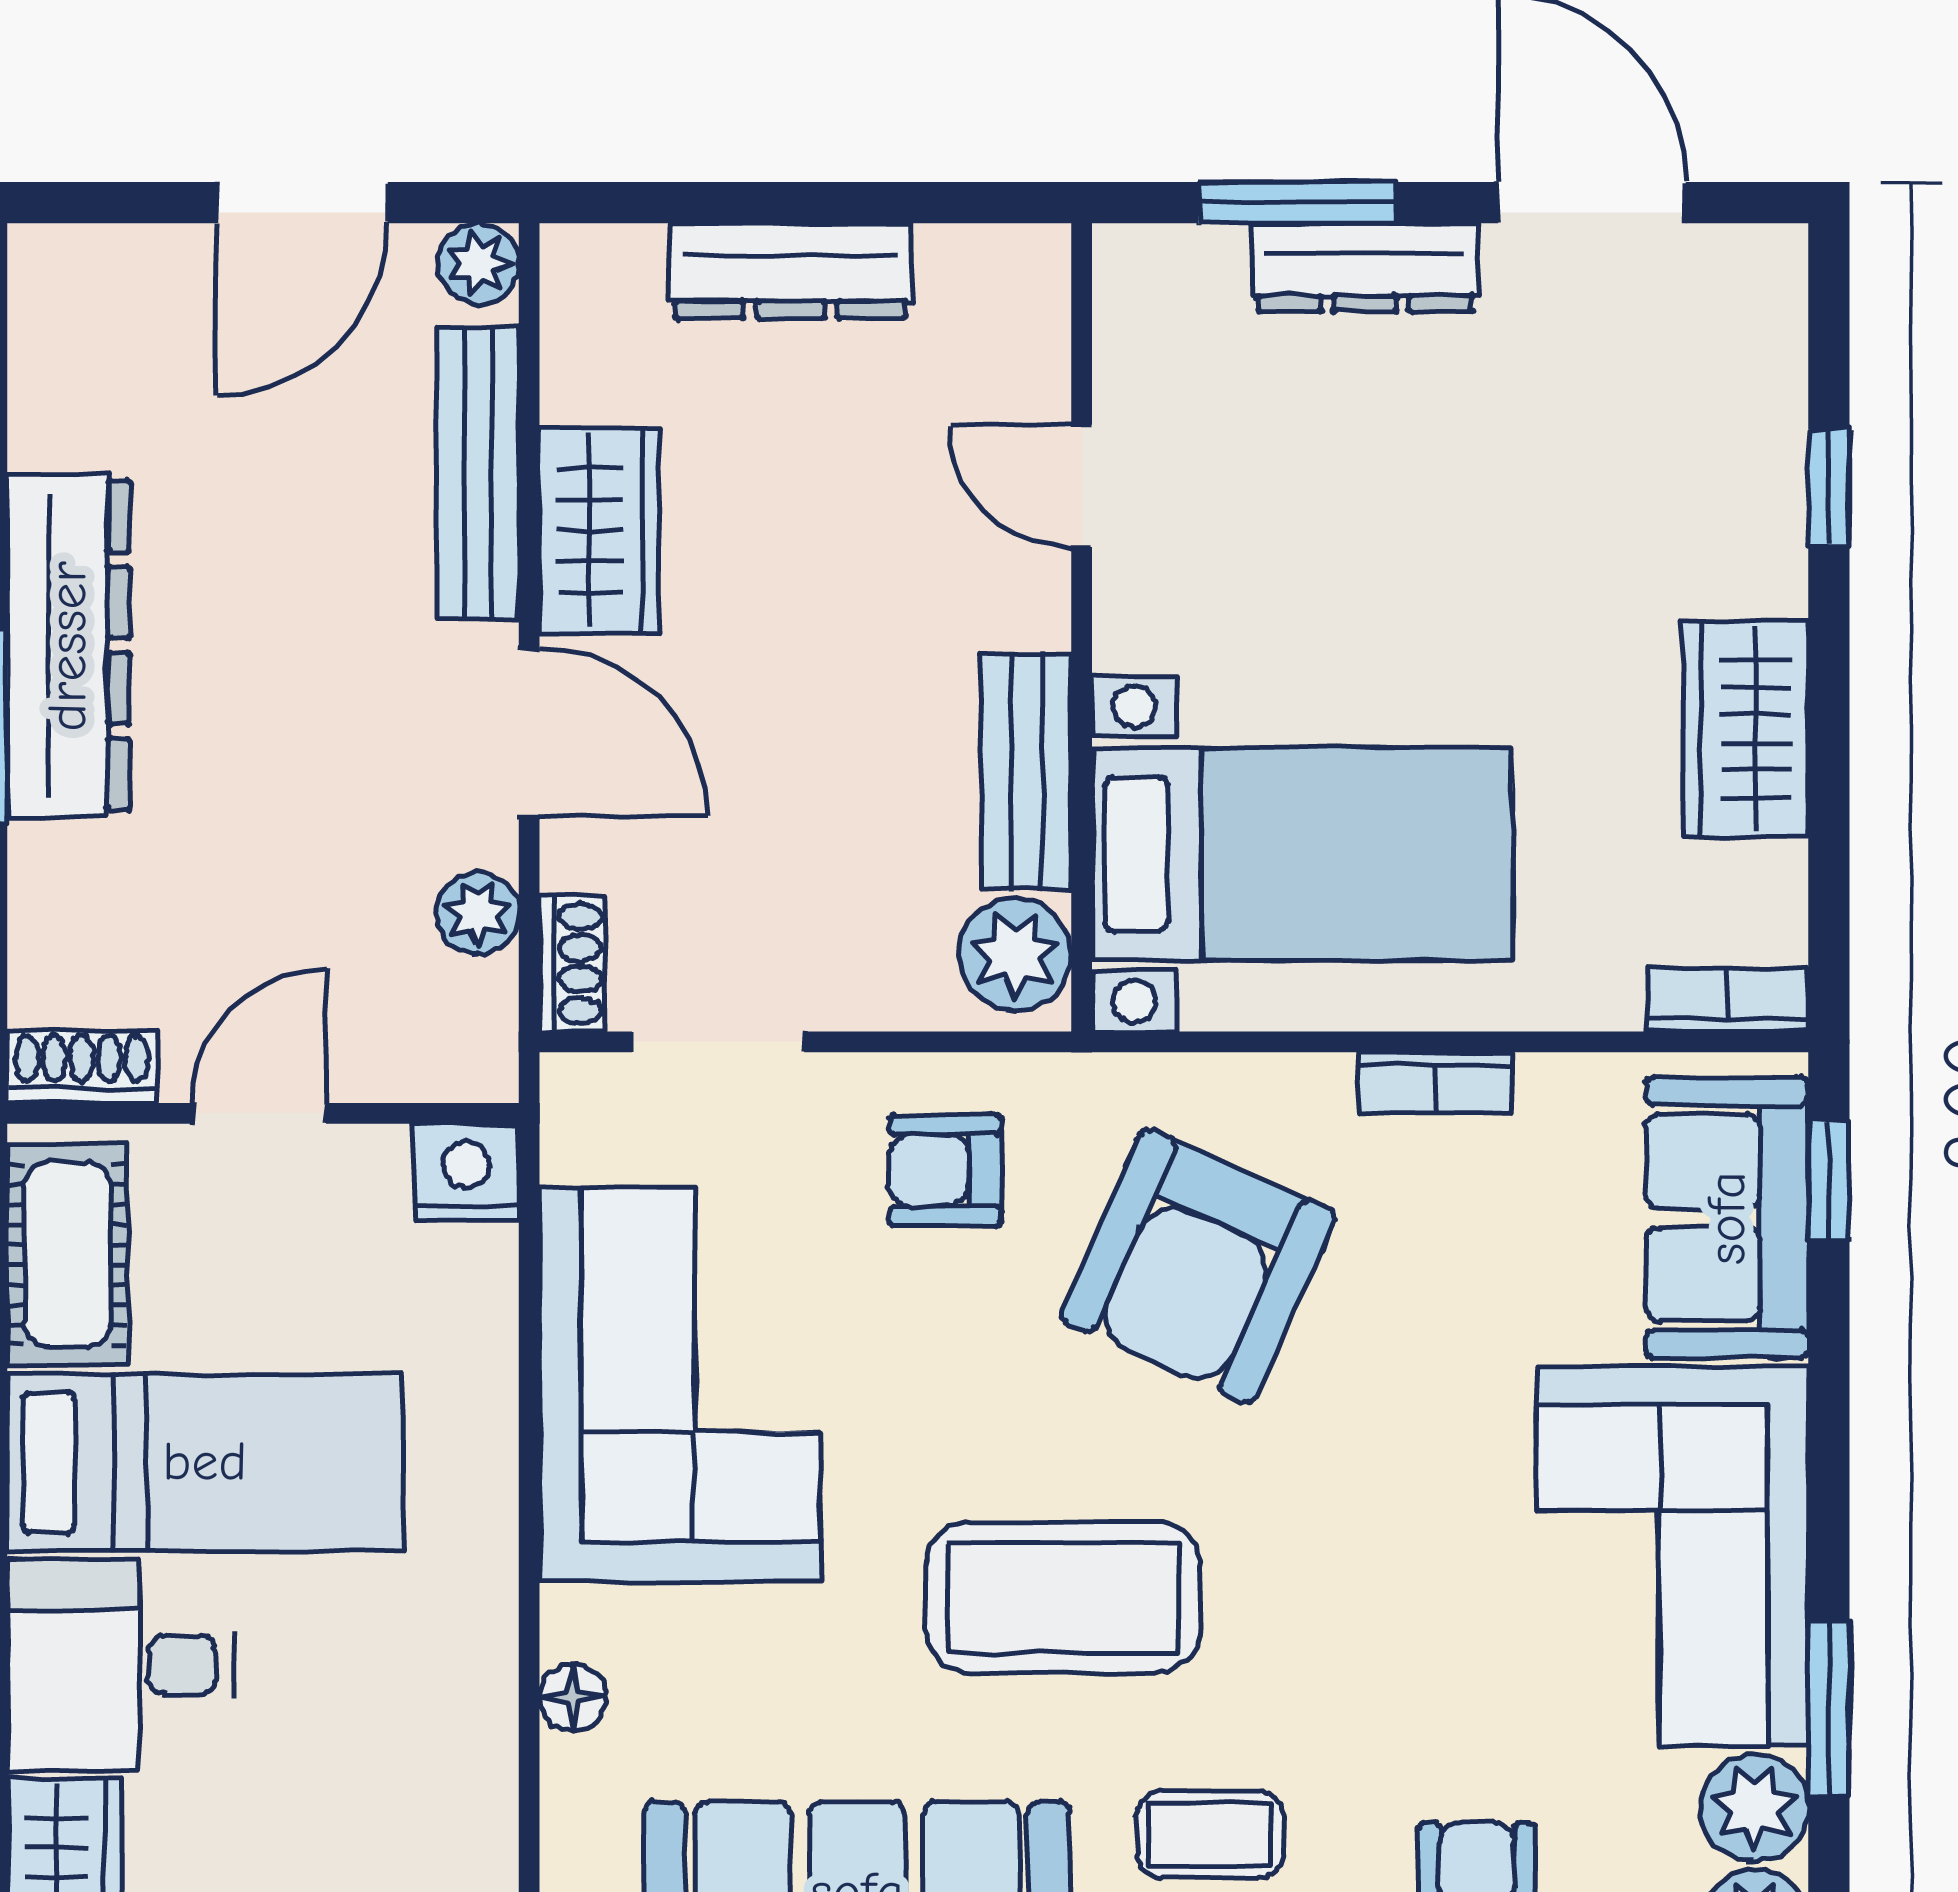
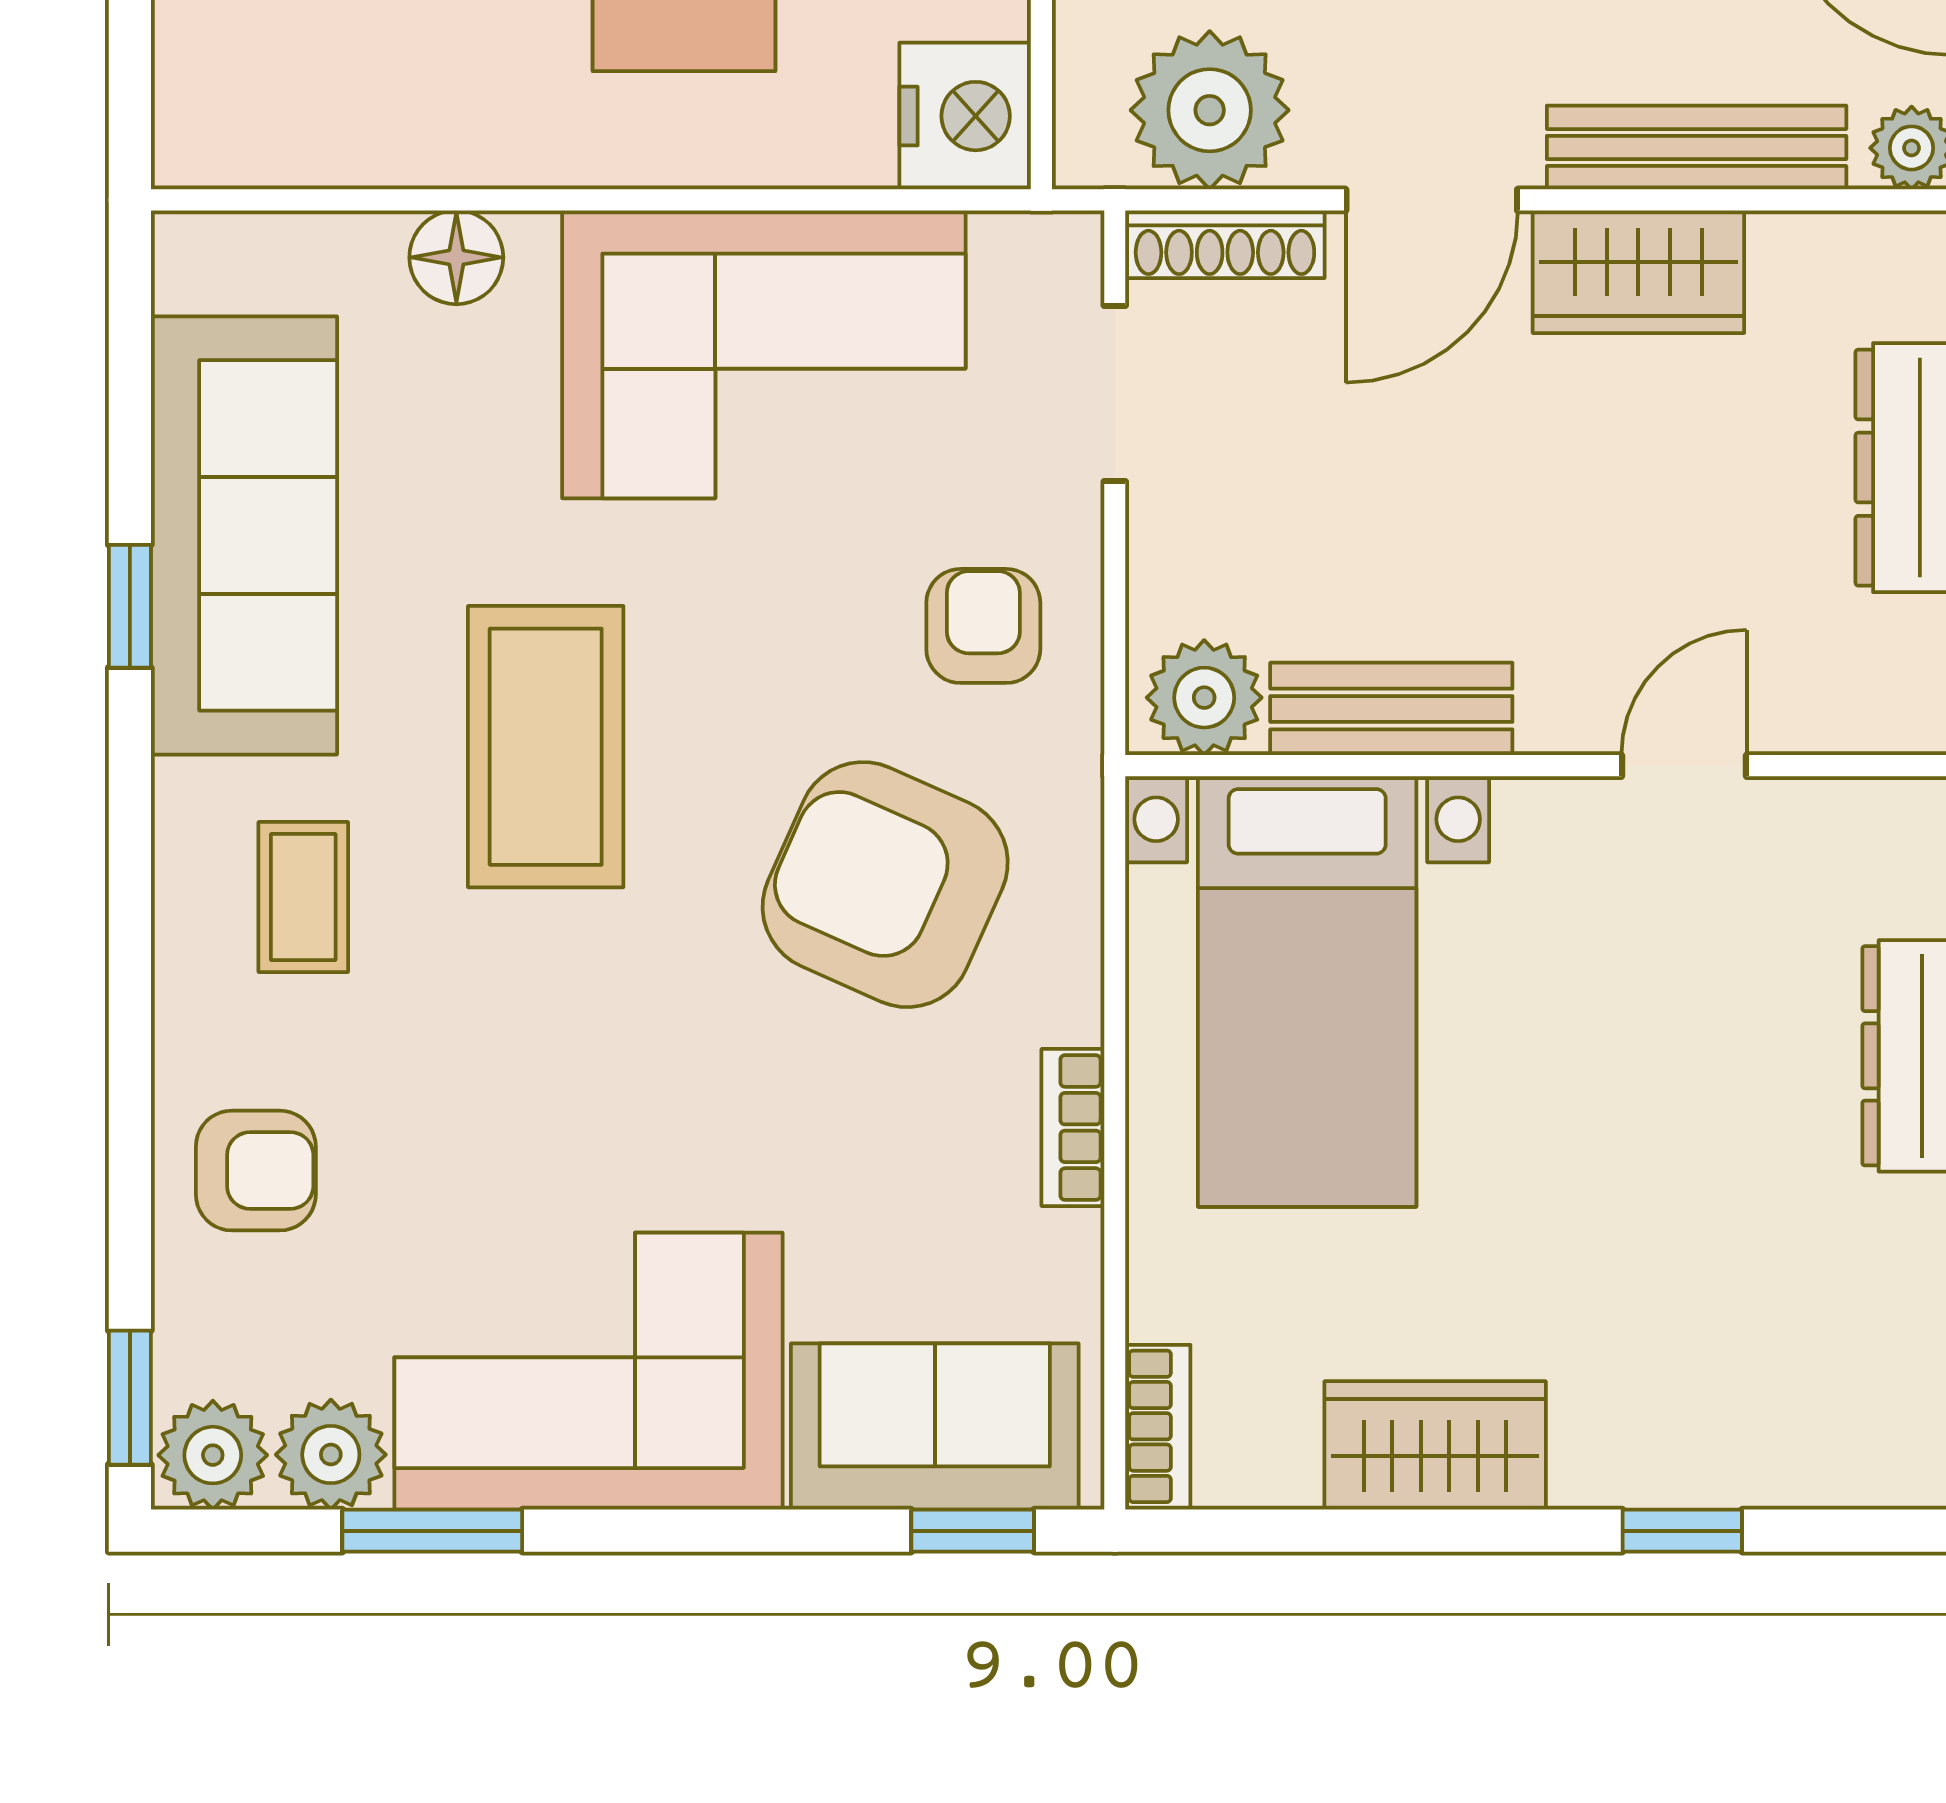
plant: (478, 913) -> (1210, 110), width x1.87, depth x1.87
shoe rack: (572, 963) -> (1225, 244), width x1.43
nightstand: (466, 1172) -> (965, 116), width x1.36, depth x1.33
floor lamp: (573, 1697) -> (456, 257), width x1.37, depth x1.37

